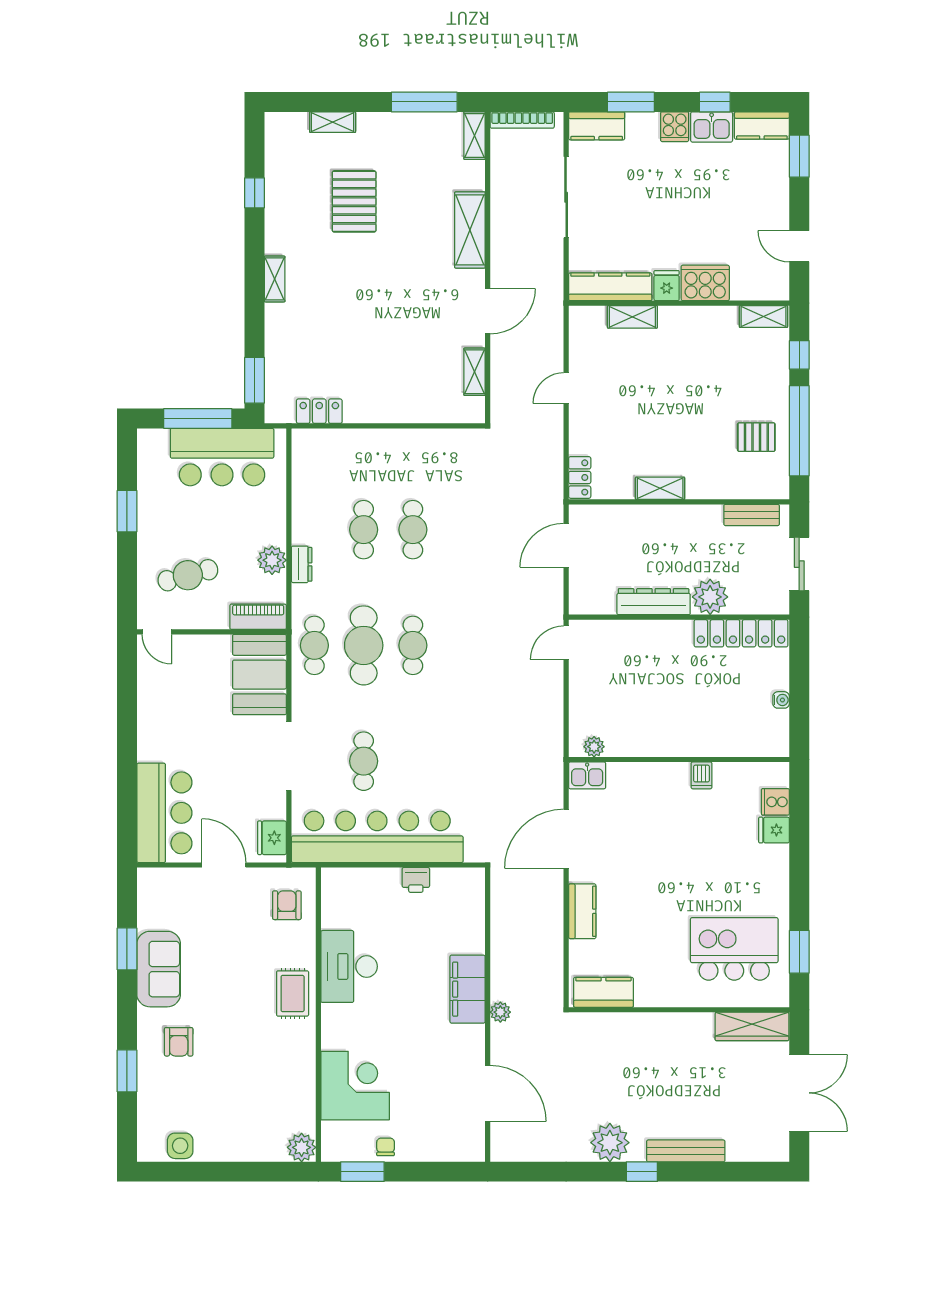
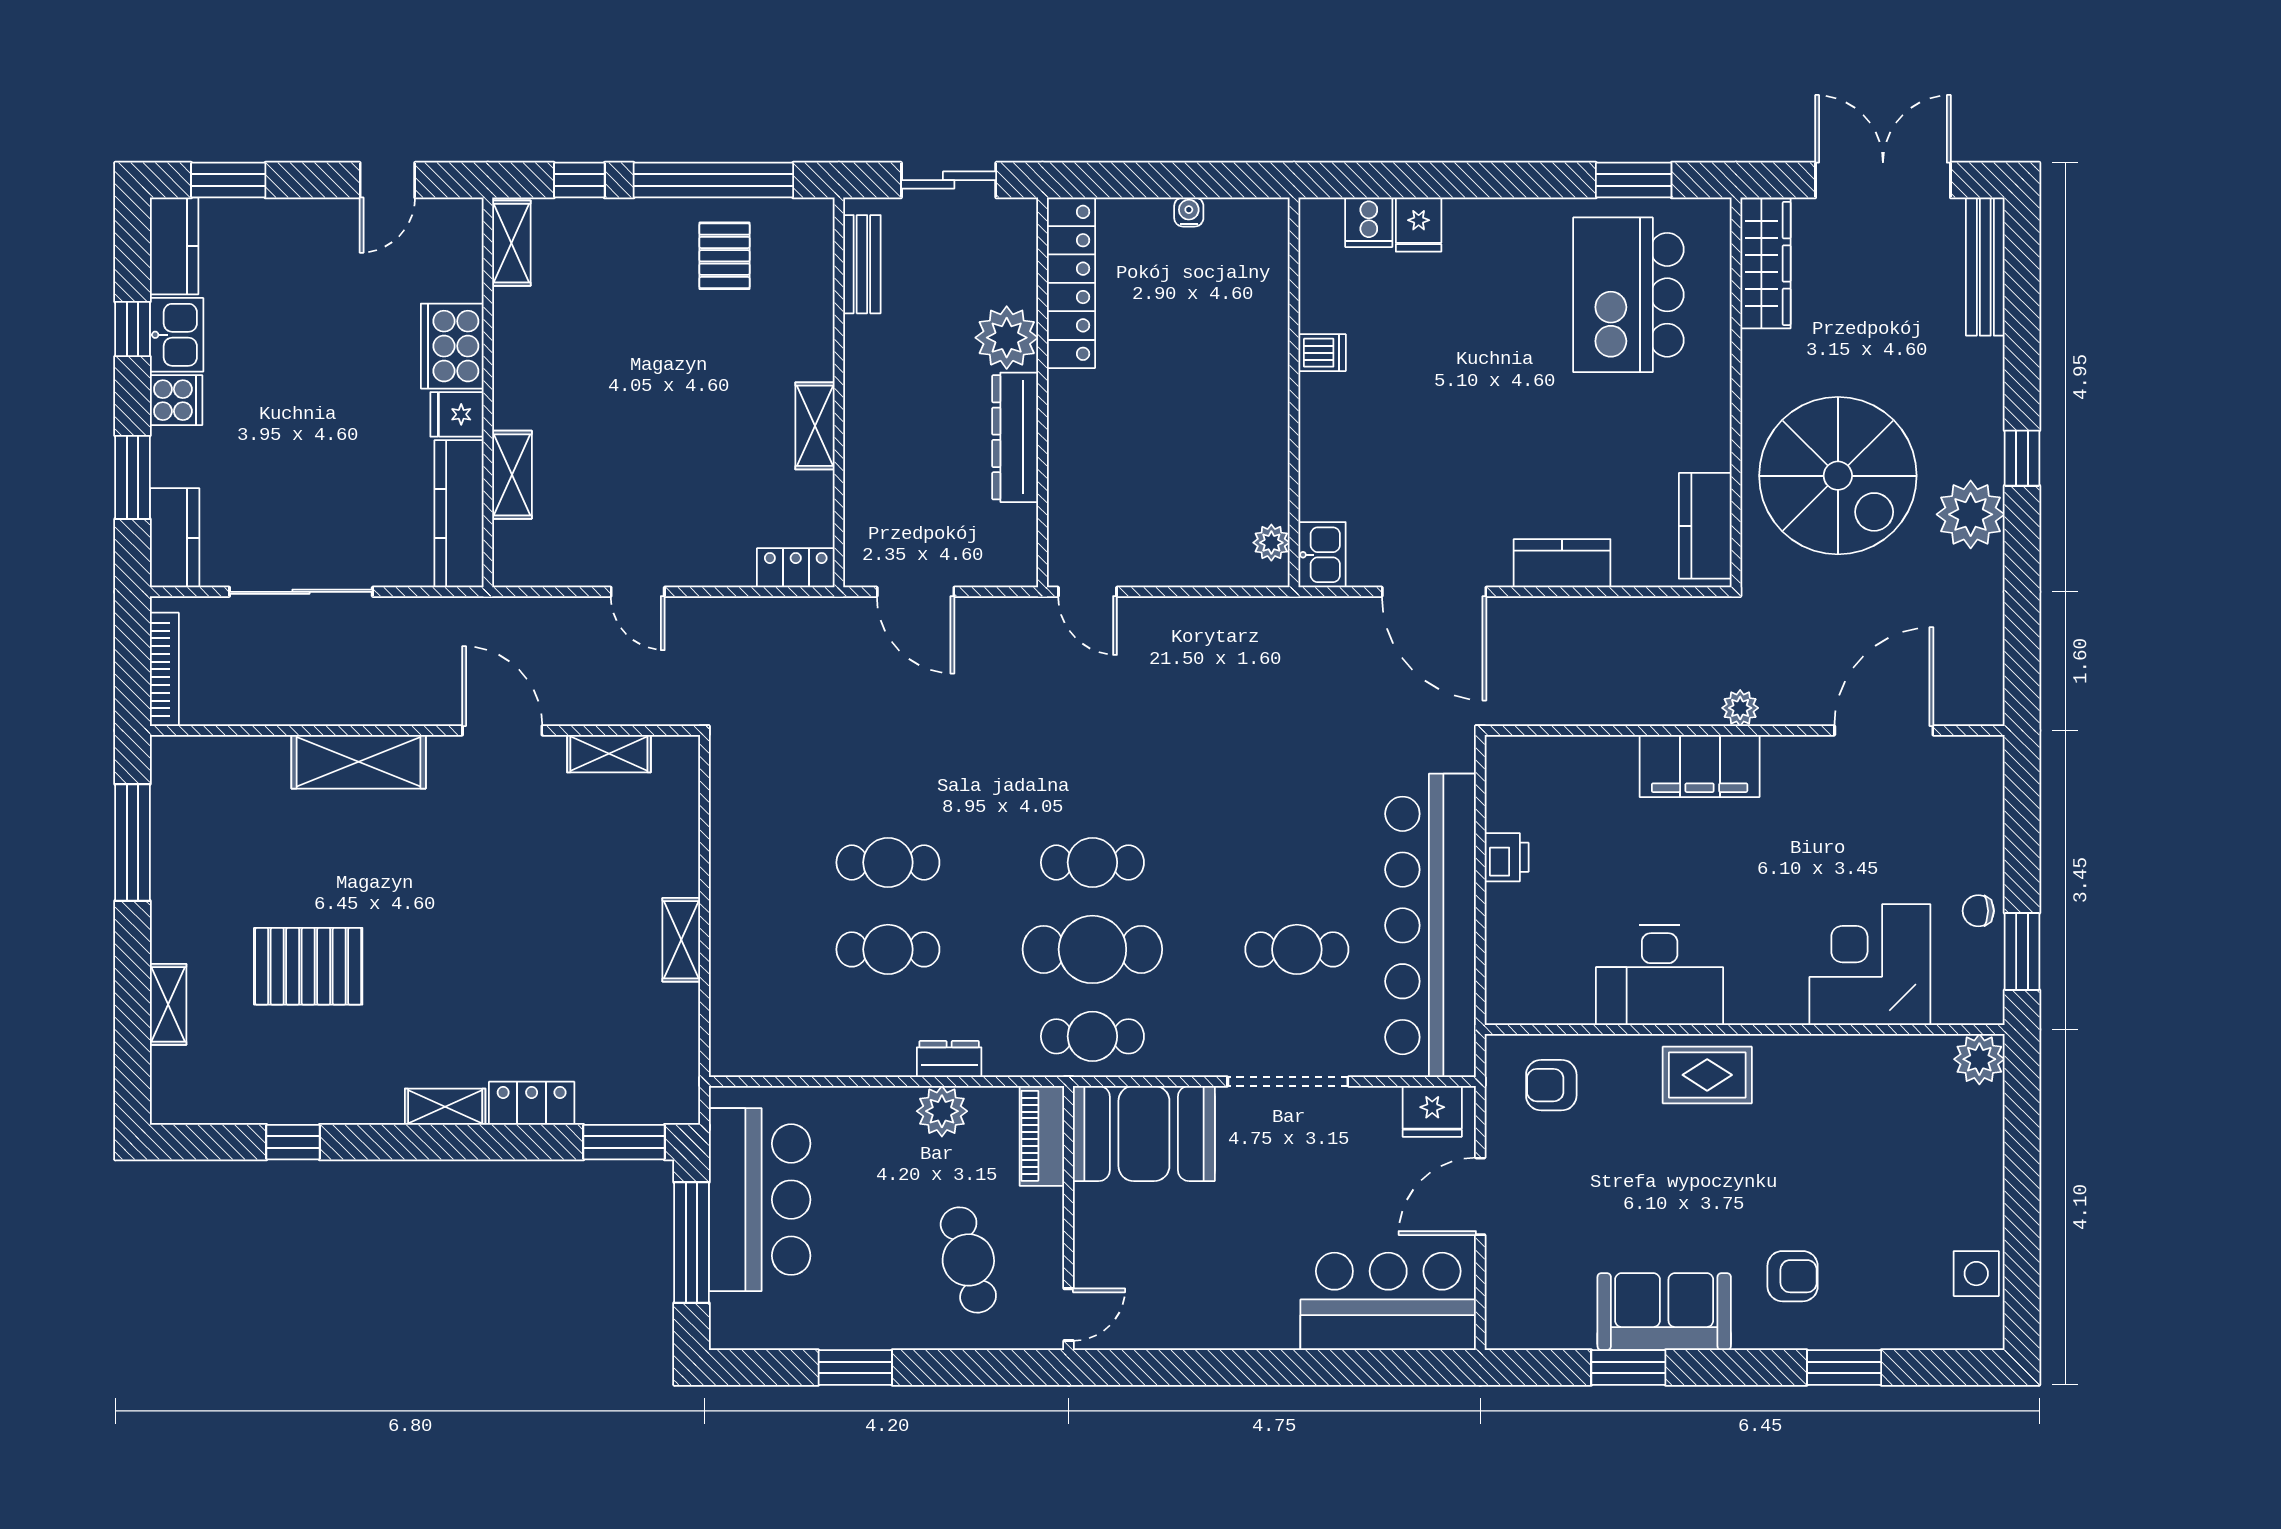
shelving: (474, 136) -> (681, 940), moved, turned 90
locker: (319, 411) -> (532, 1103), moved, turned 90
spiral stairs: (632, 1067) -> (1838, 476), added
bench: (686, 1151) -> (1985, 267), moved

